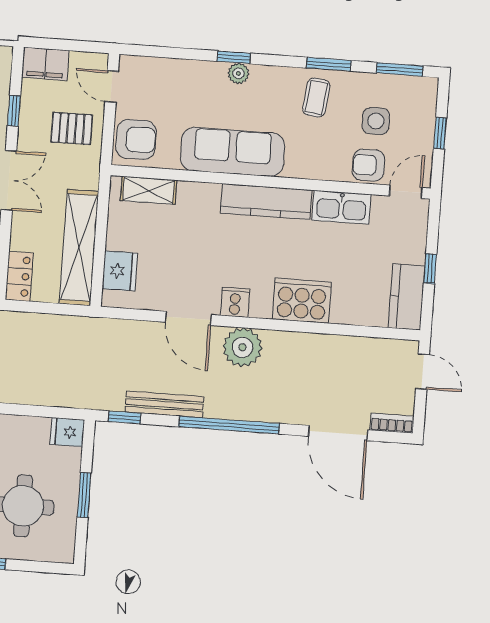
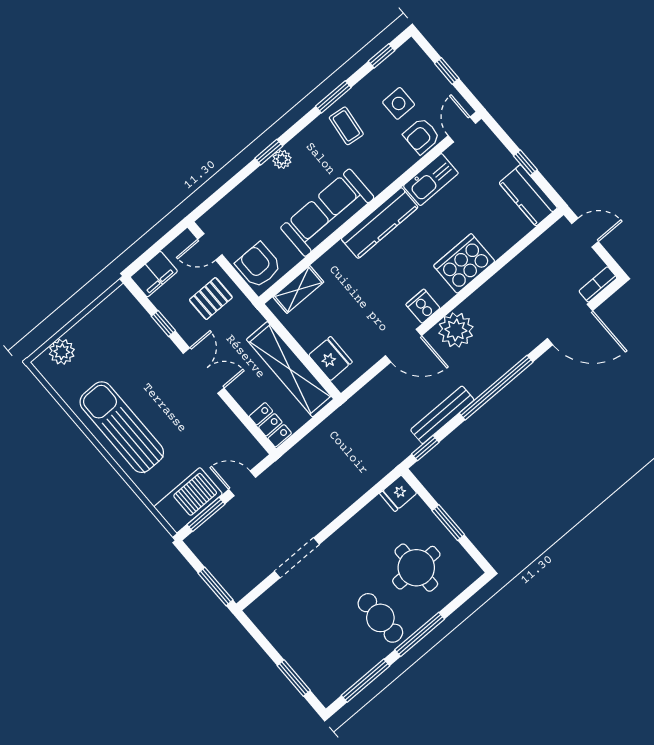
window: (400, 69) -> (381, 56), width x0.67
armchair: (136, 139) -> (258, 265), turned -90

